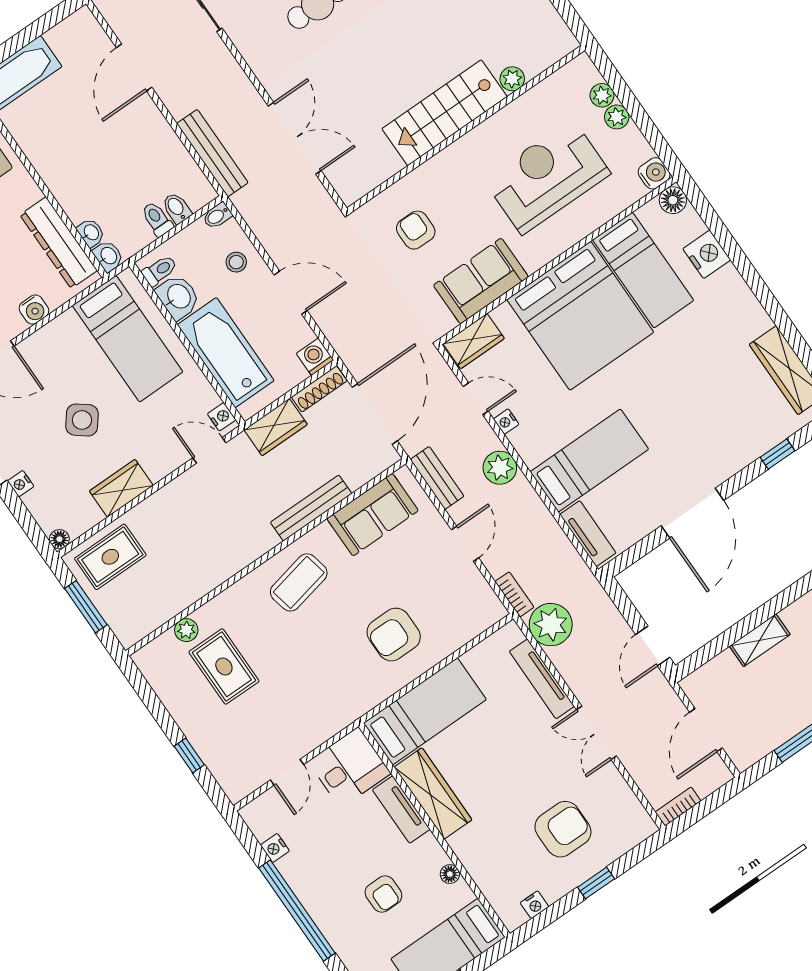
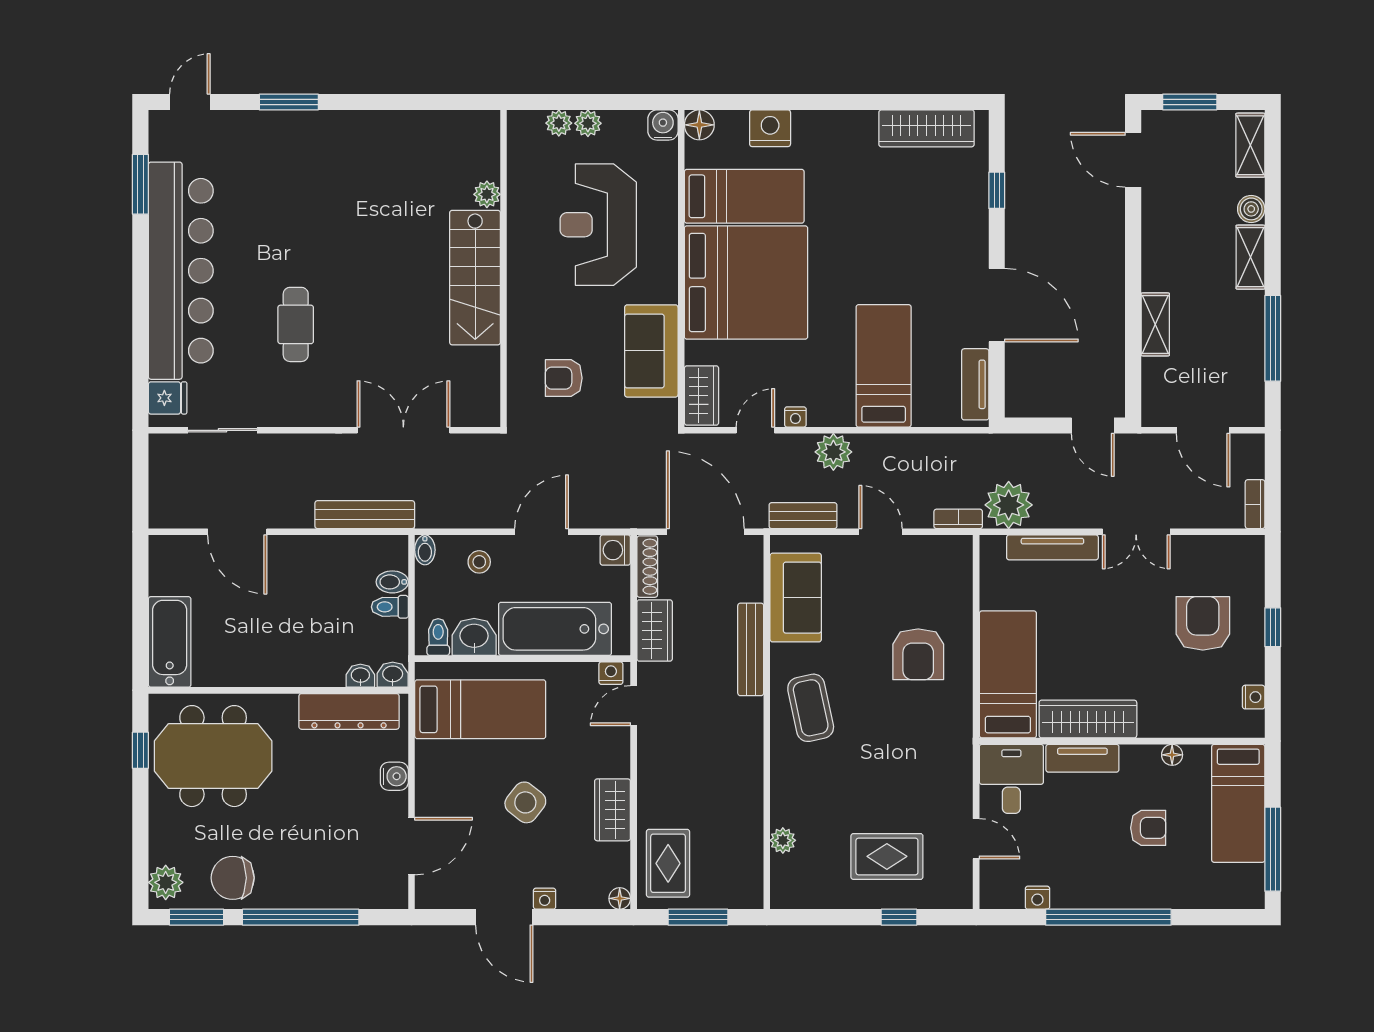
tv unit: (588, 534) -> (975, 384), moved, turned -90
rug: (224, 666) -> (887, 856), moved

